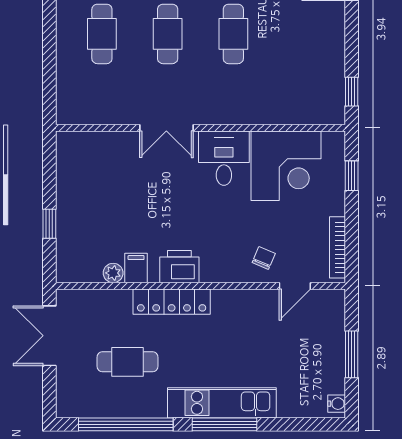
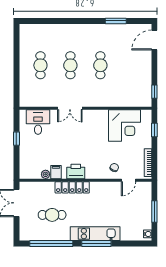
desk: (224, 158) -> (38, 122), moved
window: (49, 224) -> (16, 139), moved

